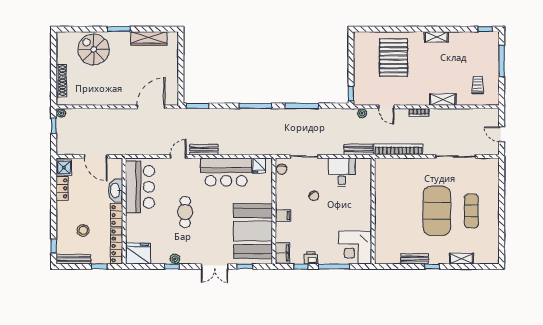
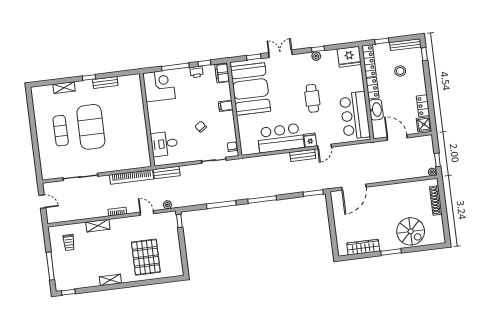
fridge: (259, 166) -> (310, 140), moved
desk: (342, 172) -> (164, 144), moved, turned 90

